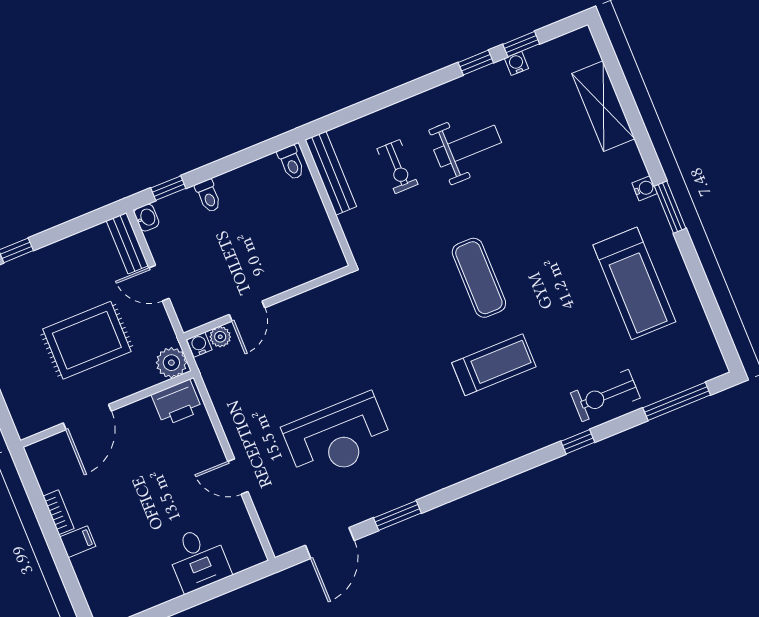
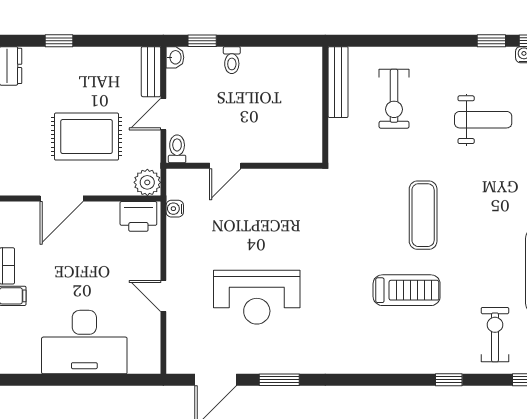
weight bench: (468, 146) -> (483, 120), moved
toilet: (291, 163) -> (177, 149), moved, turned 180
exercise bike: (397, 167) -> (394, 99), width x1.38, depth x1.39
door: (159, 283) -> (163, 114), hinge flipped
plant: (220, 337) -> (195, 178), removed
water cooler: (199, 345) -> (175, 209), moved, turned -90
exercise bike: (605, 395) -> (495, 335), moved, turned 90
desk: (198, 559) -> (84, 342), width x1.87, depth x1.30

